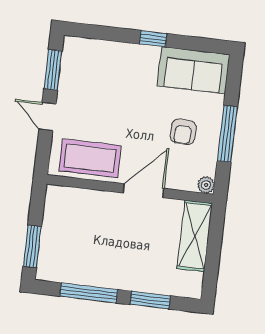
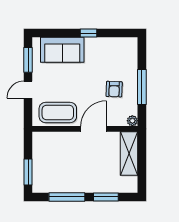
sofa: (194, 70) -> (62, 50), moved
door: (47, 117) -> (28, 90), hinge flipped

